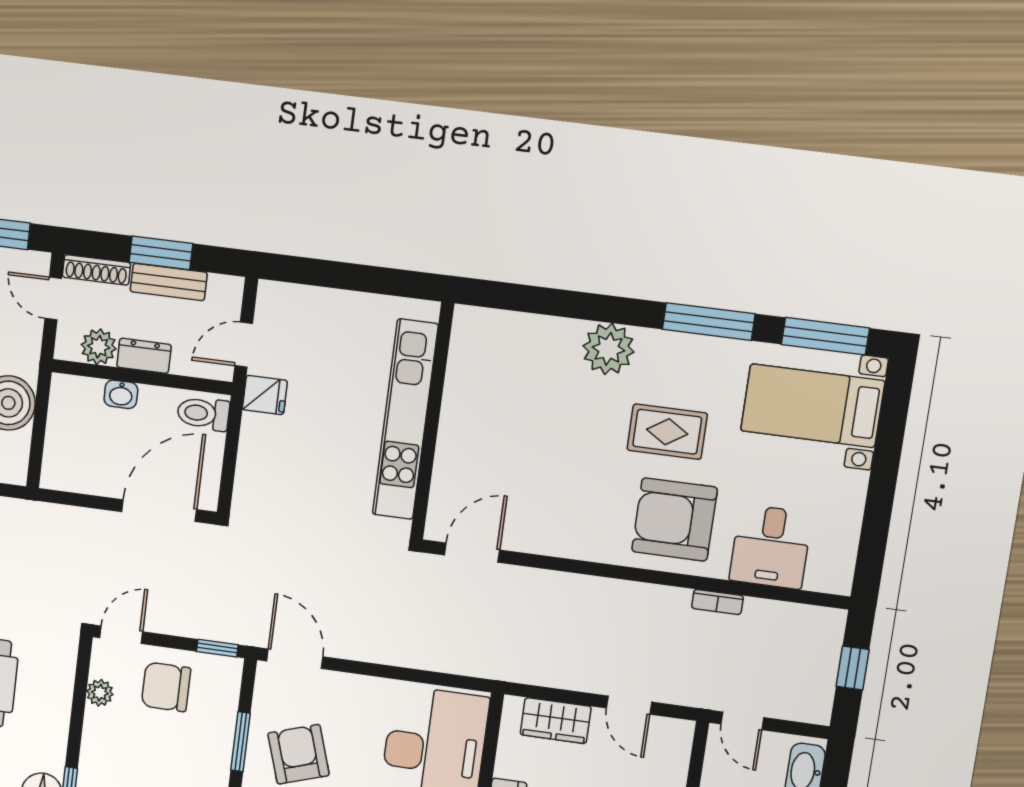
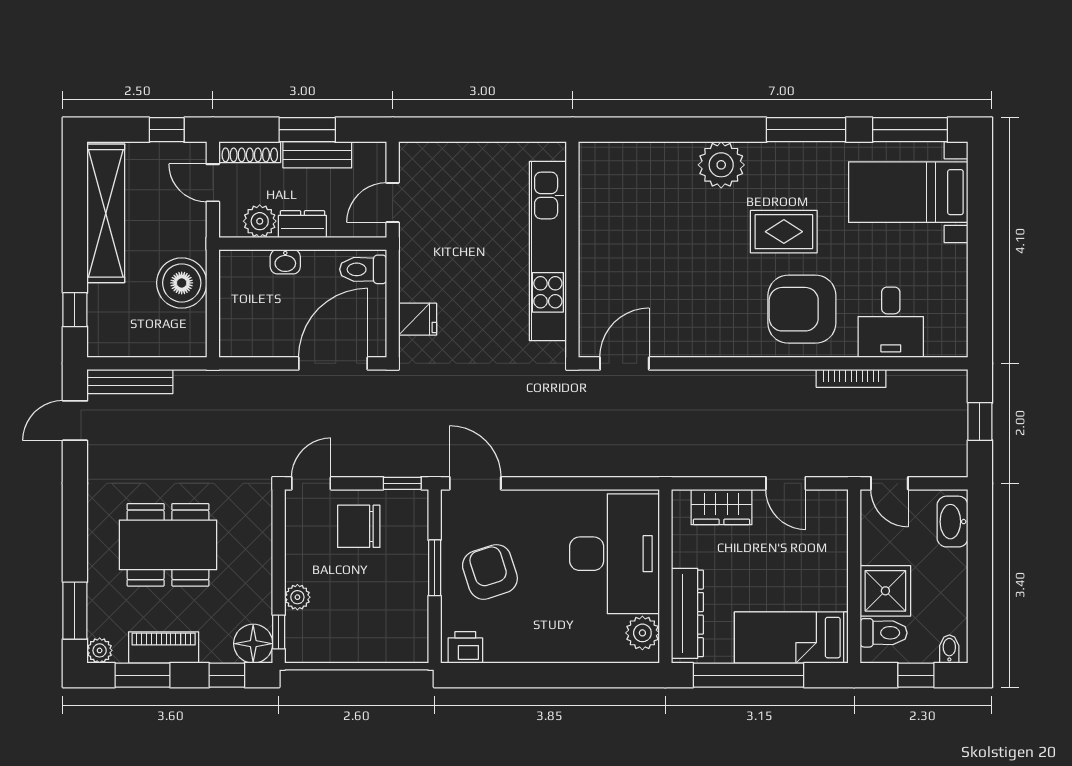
fridge: (265, 395) -> (418, 319), moved
bookcase: (717, 602) -> (851, 378), width x1.56
plant: (100, 693) -> (297, 597), moved

